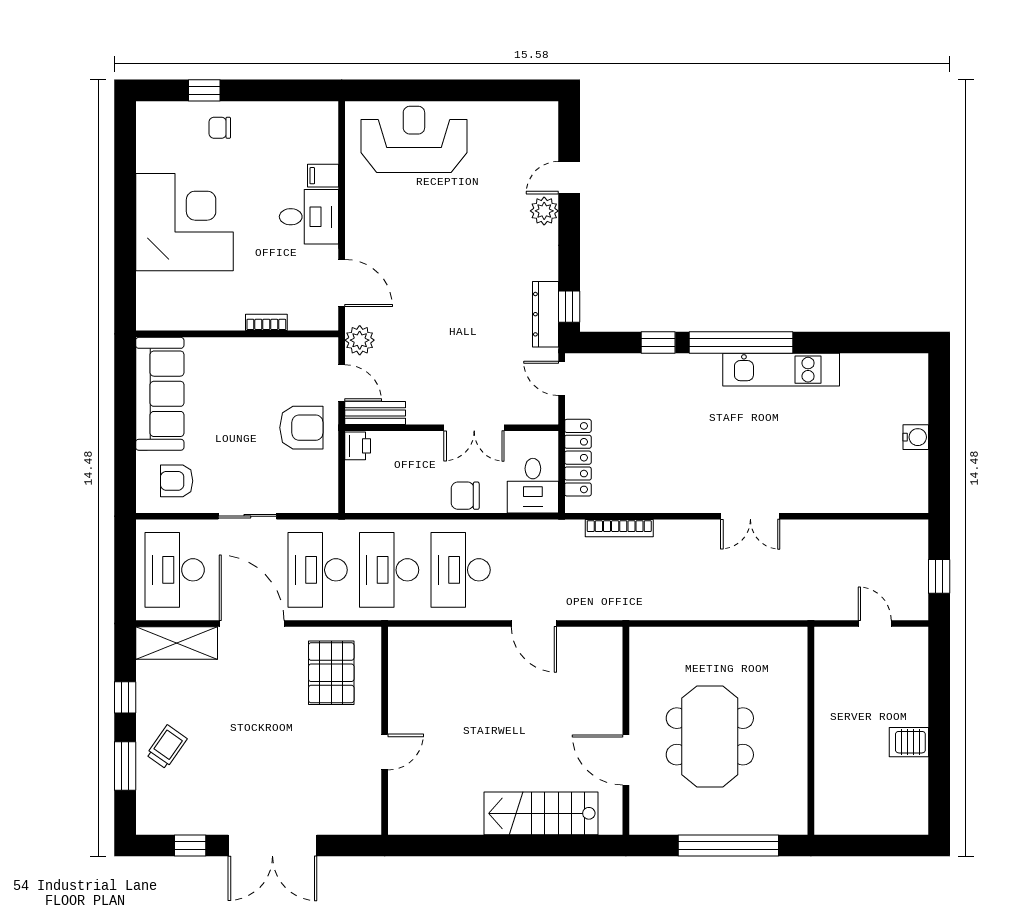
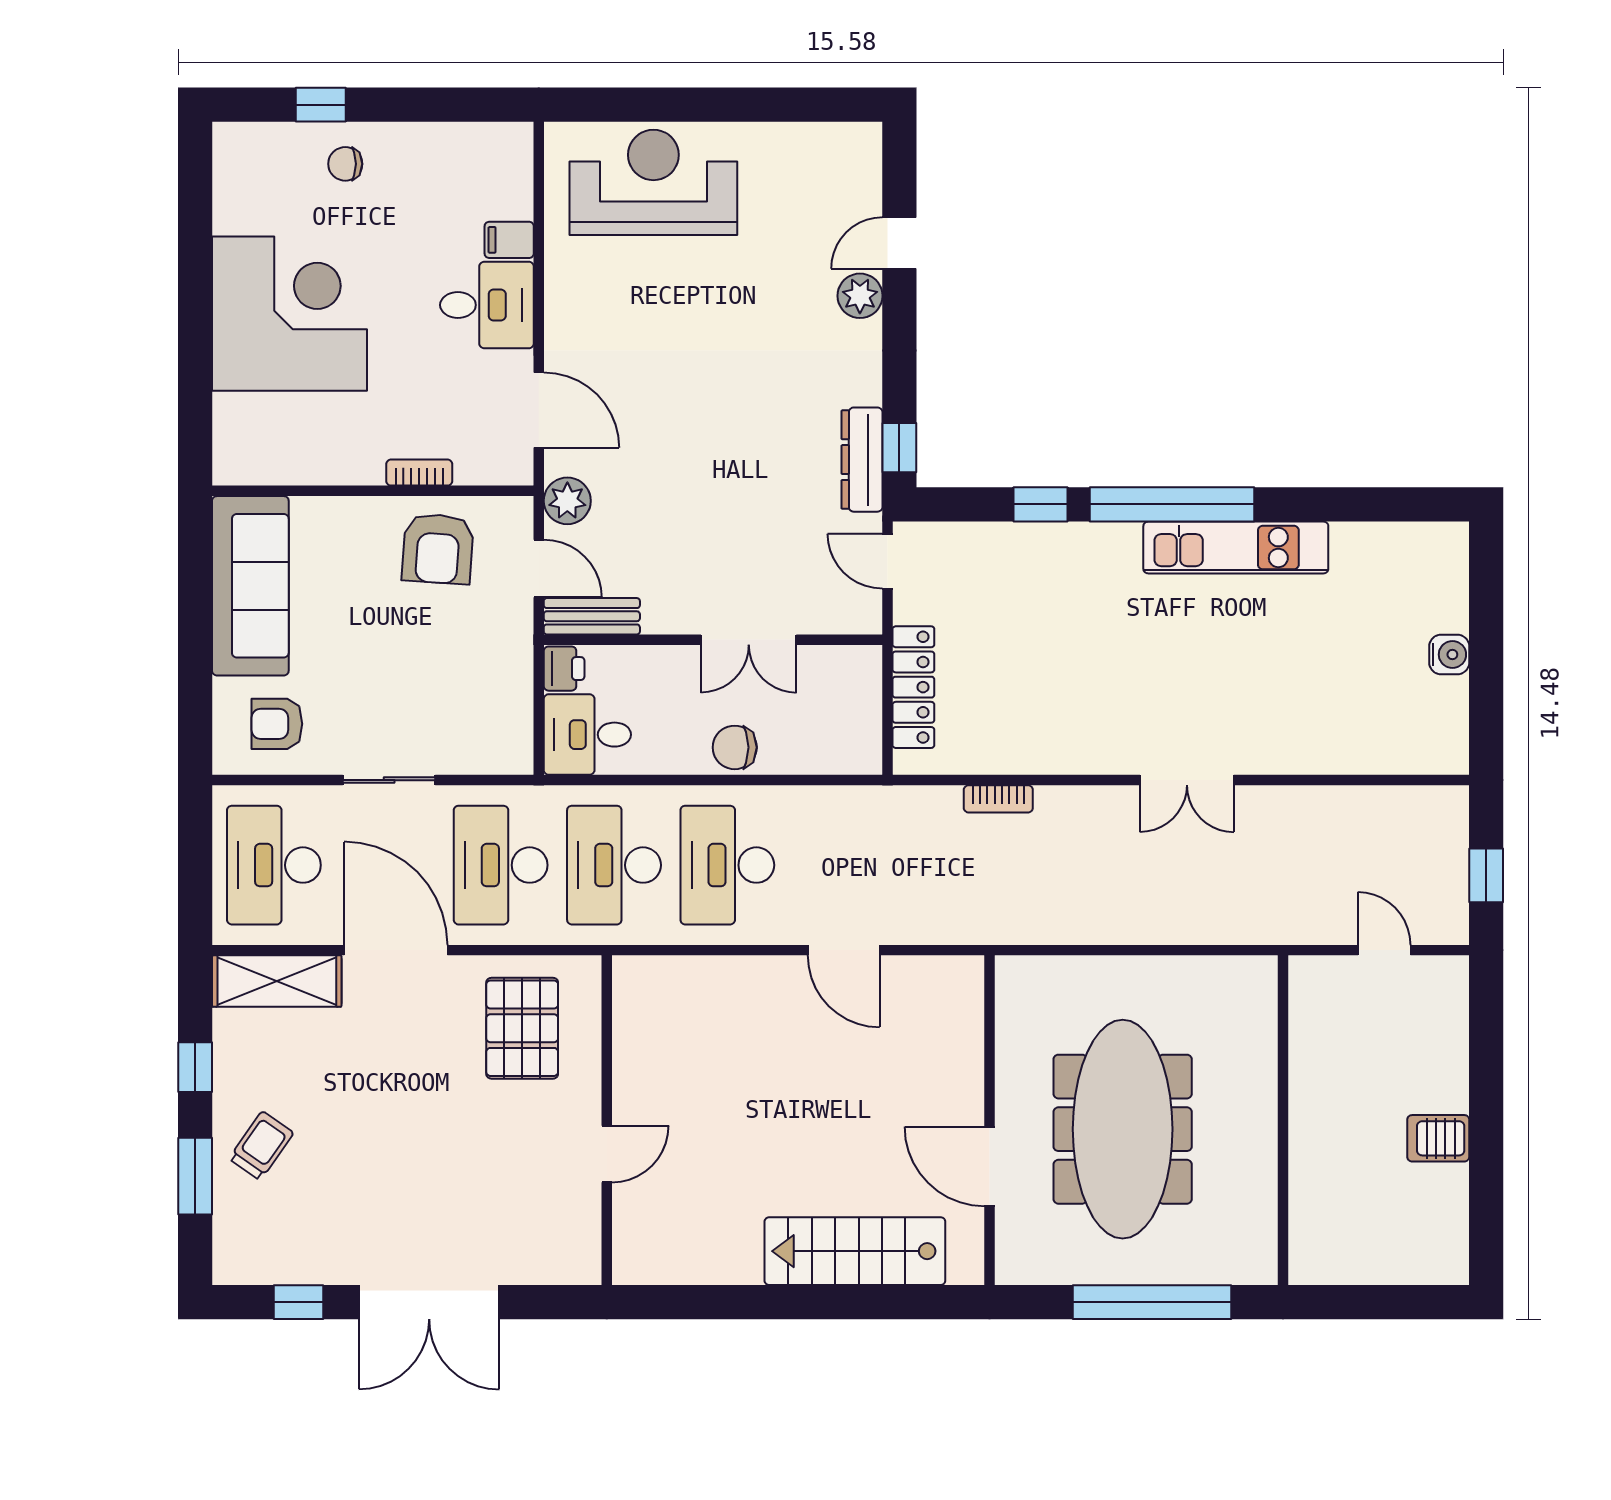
armchair: (301, 428) -> (438, 549), moved, turned 94
desk: (533, 486) -> (587, 735), moved, turned 90
bookcase: (619, 528) -> (998, 799), width x0.64
meeting table: (710, 736) -> (1123, 1129), width x1.36

